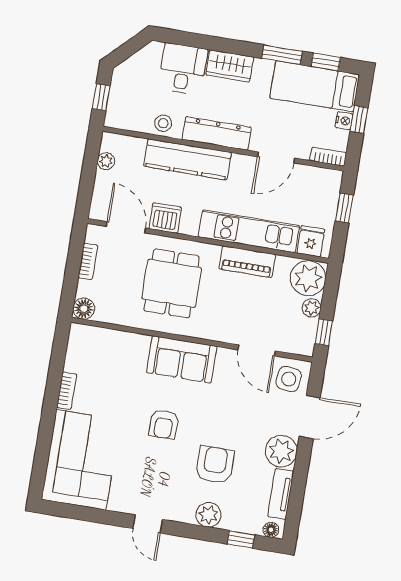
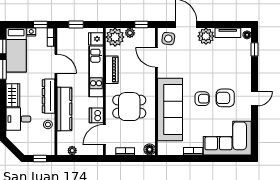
window: (359, 119) -> (40, 25), moved
door: (257, 350) -> (156, 57), swing flipped
sofa: (182, 359) -> (170, 109), width x1.85, depth x1.27
armchair: (215, 465) -> (225, 98), moved
plant: (208, 515) -> (245, 68), removed

